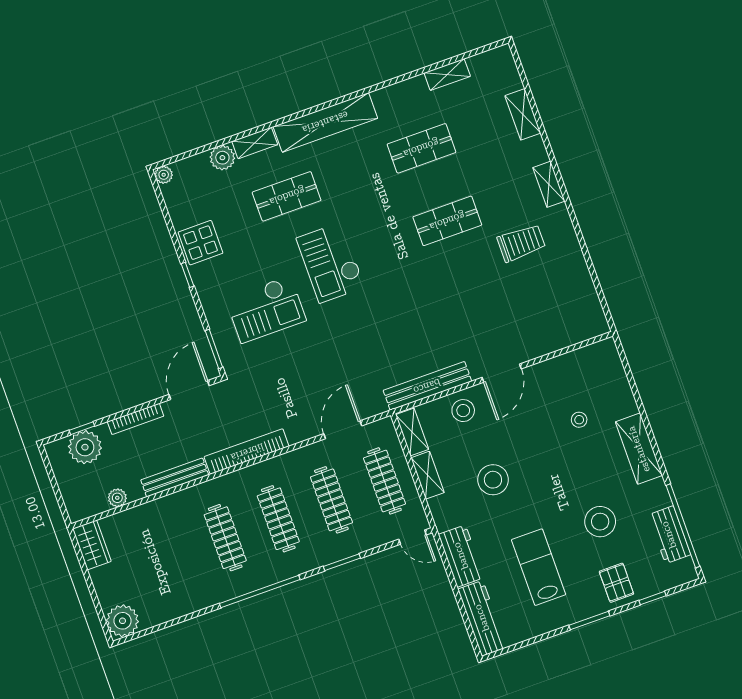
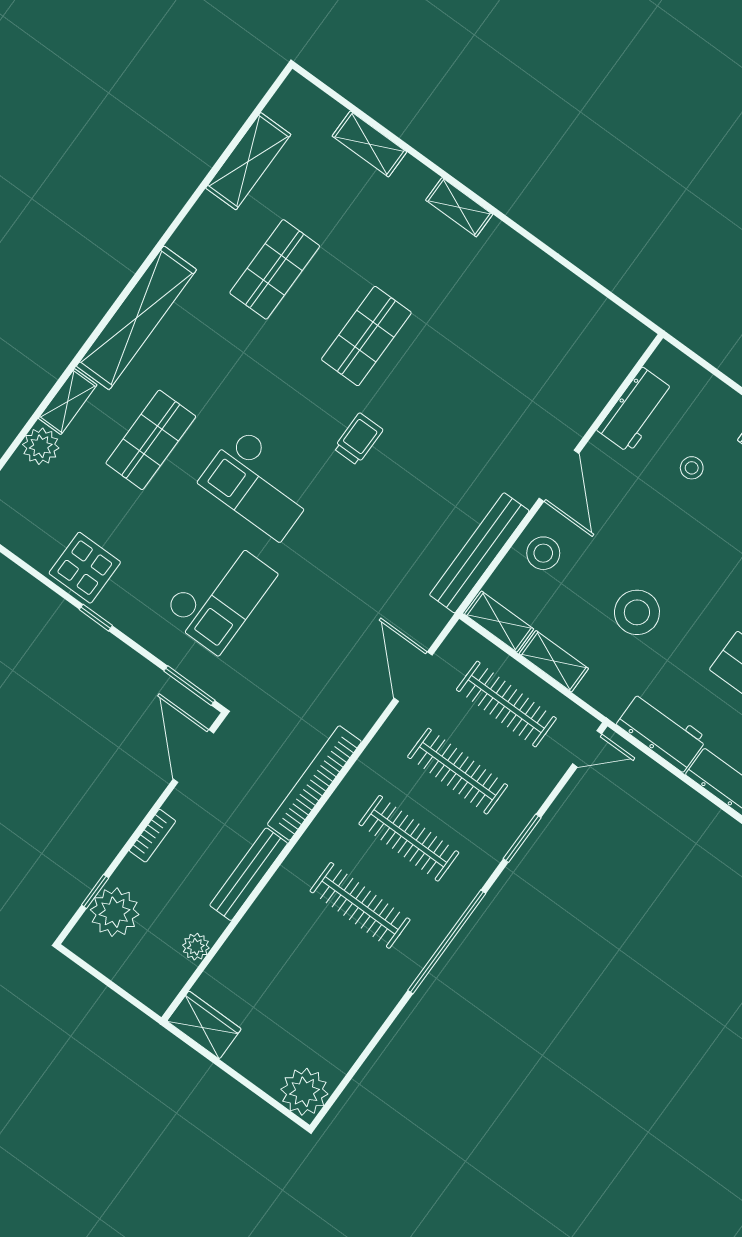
shelving: (447, 75) -> (248, 161), width x1.50, depth x1.33
trolley: (521, 243) -> (358, 439), moved, width x0.73, depth x0.72
workbench: (570, 366) -> (636, 410), added
bookcase: (136, 419) -> (152, 836), width x0.64

